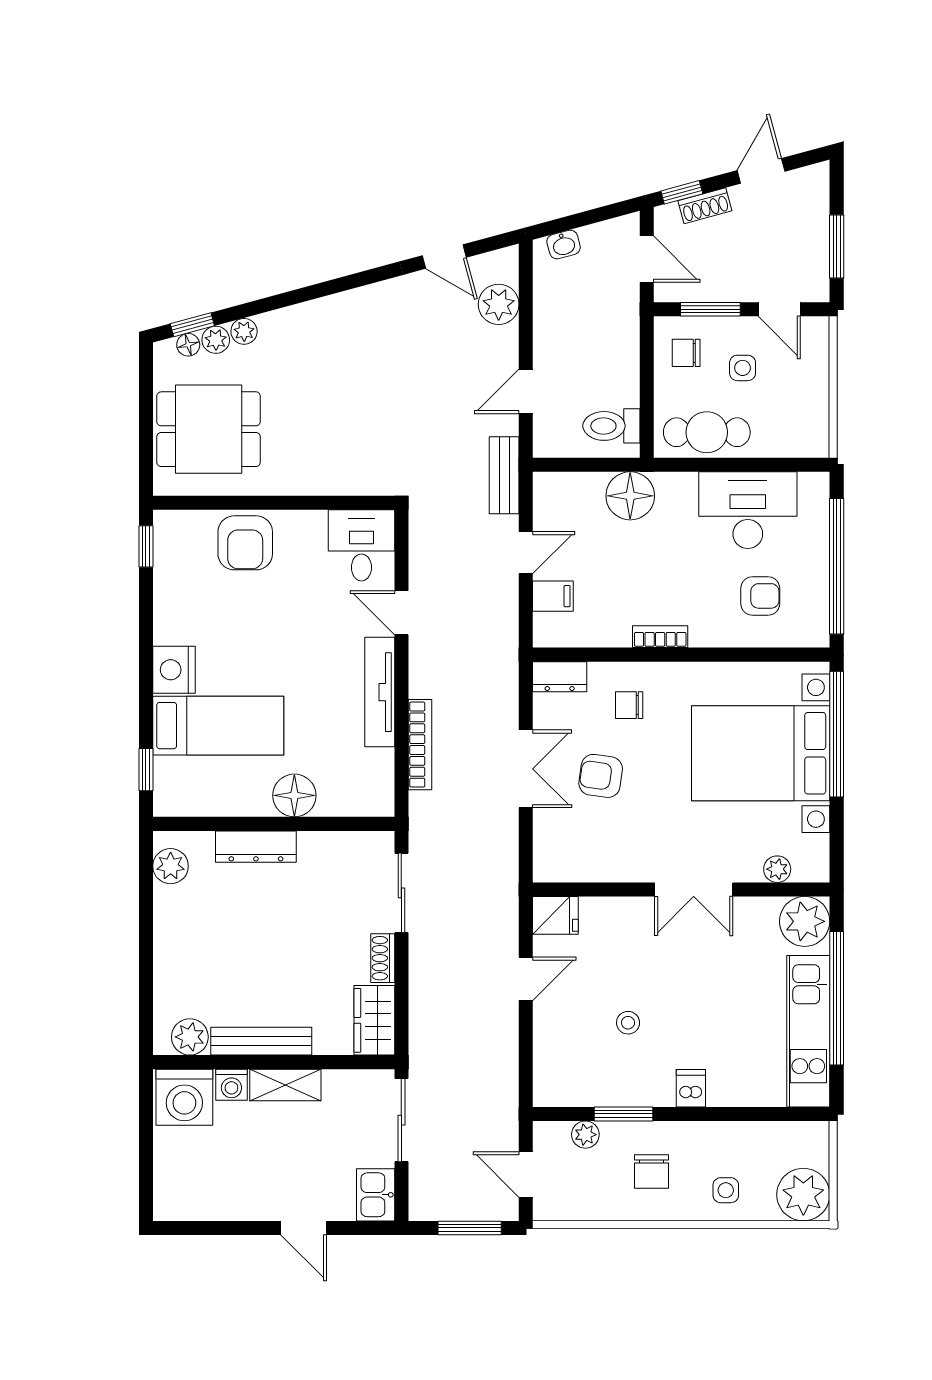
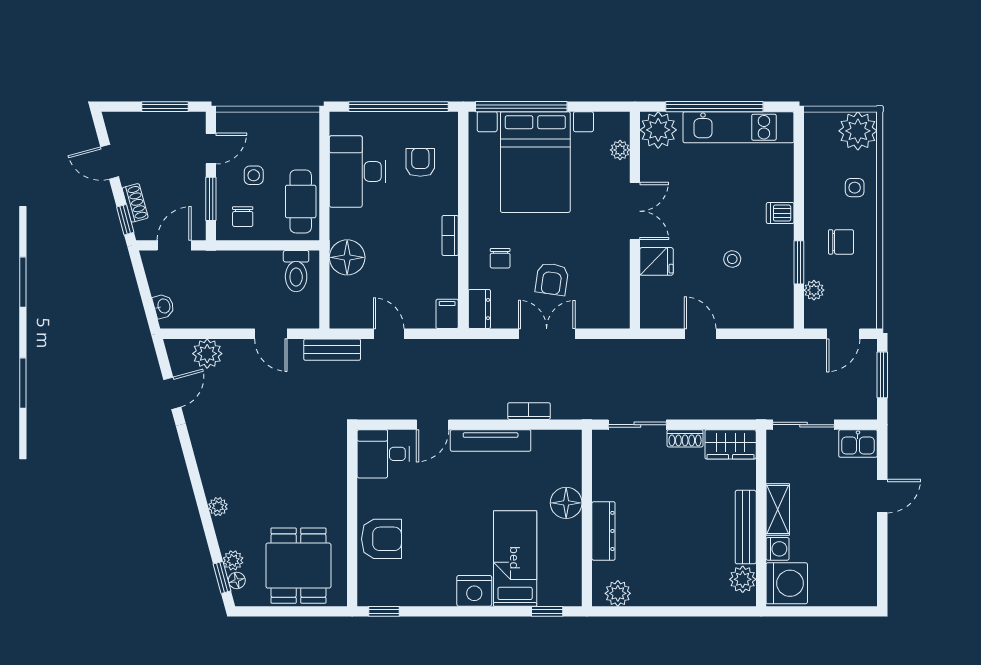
plant: (244, 331) -> (218, 507), moved
filing cabinet: (553, 596) -> (447, 314), moved
bookcase: (420, 745) -> (529, 411), width x0.64
fridge: (555, 915) -> (656, 261), moved, turned 90

